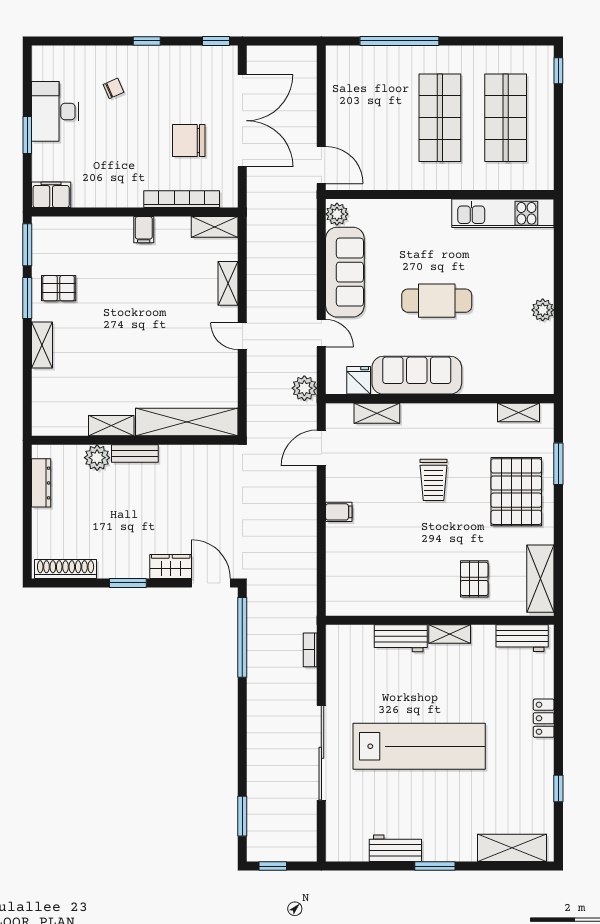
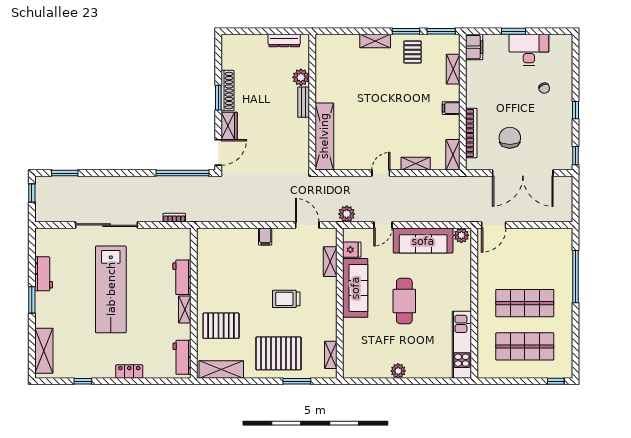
shelving: (111, 426) -> (453, 69), moved
shoe rack: (66, 569) -> (228, 91), moved
pallet: (474, 579) -> (221, 326), width x1.50, depth x1.42

